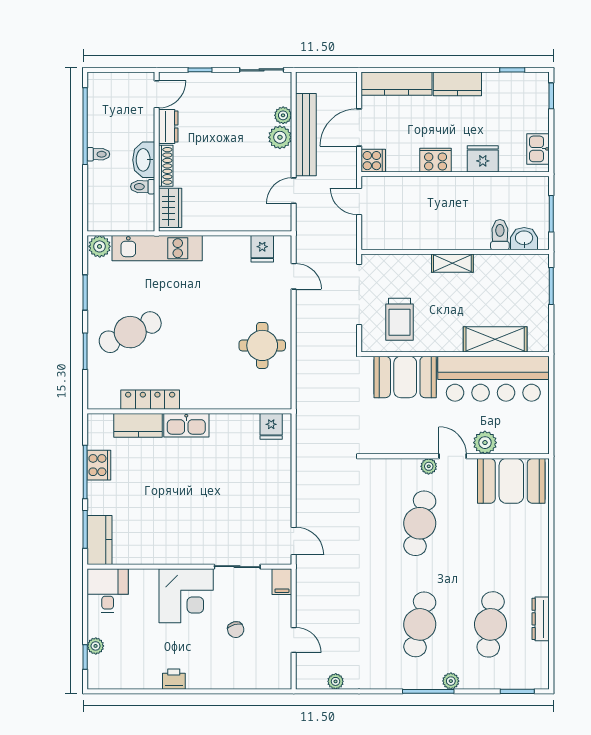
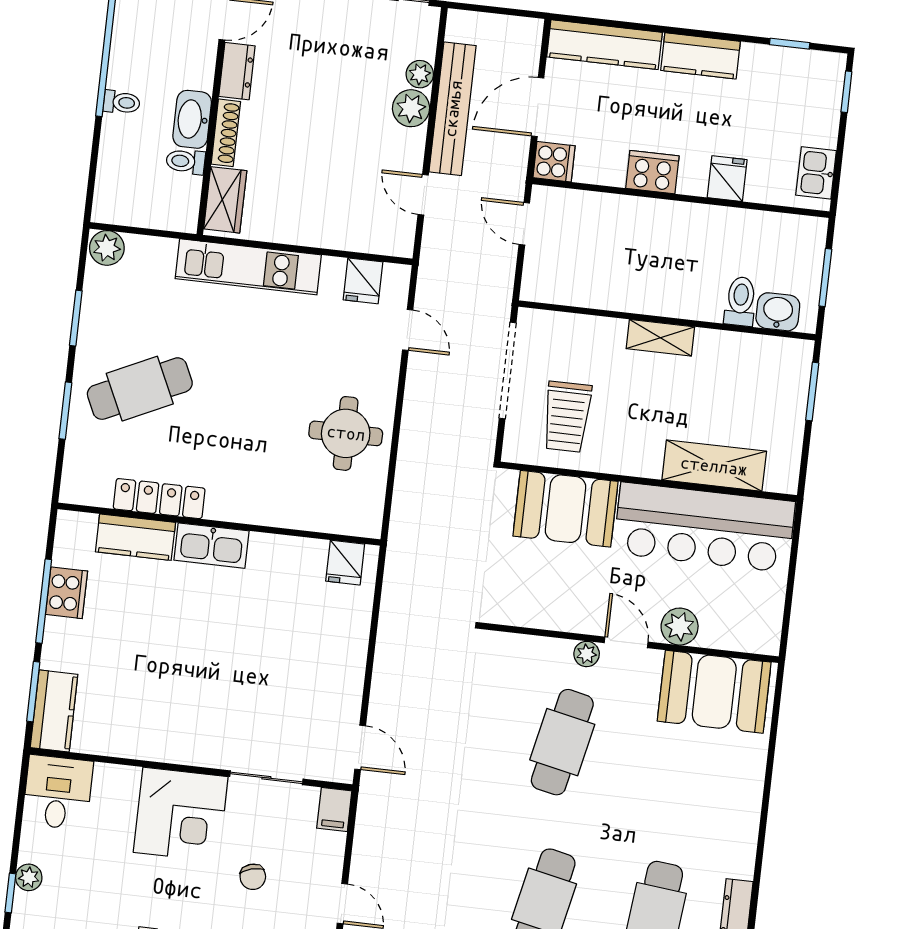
fridge: (483, 159) -> (727, 179), width x0.72
door: (294, 191) -> (423, 195), hinge flipped
kitchen unit: (157, 248) -> (248, 267), moved

